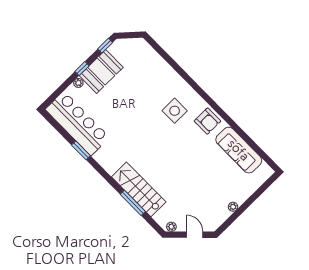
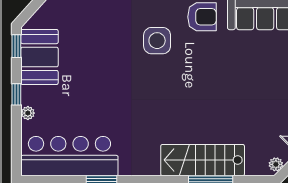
booth: (101, 71) -> (40, 57), moved

